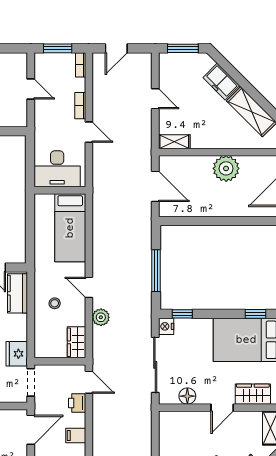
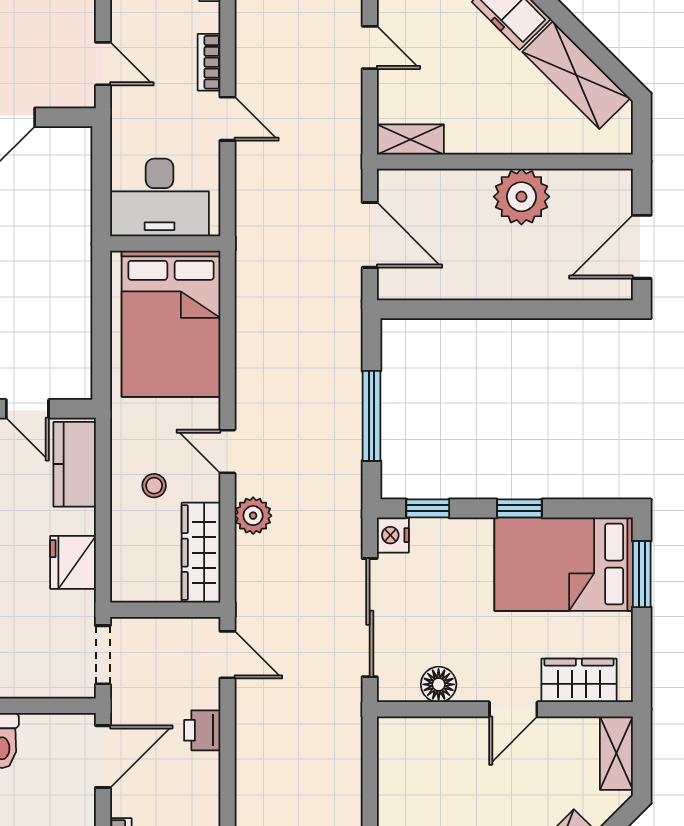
door: (31, 89) -> (103, 64), moved
bed: (70, 228) -> (171, 324), width x1.50
window: (255, 314) -> (519, 508), moved
wardrobe: (76, 342) -> (201, 553), width x1.50
fridge: (17, 354) -> (73, 562), moved
printer: (77, 403) -> (202, 730), moved
filing cabinet: (76, 435) -> (199, 769), removed

